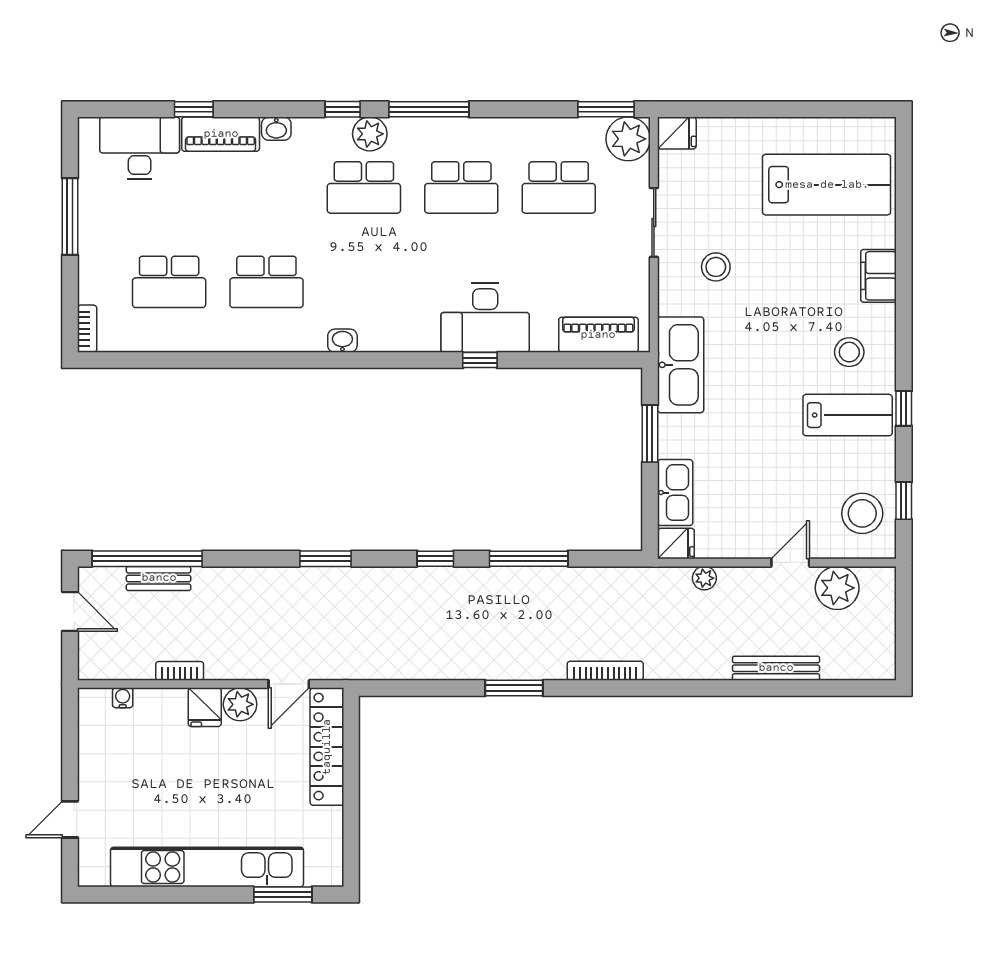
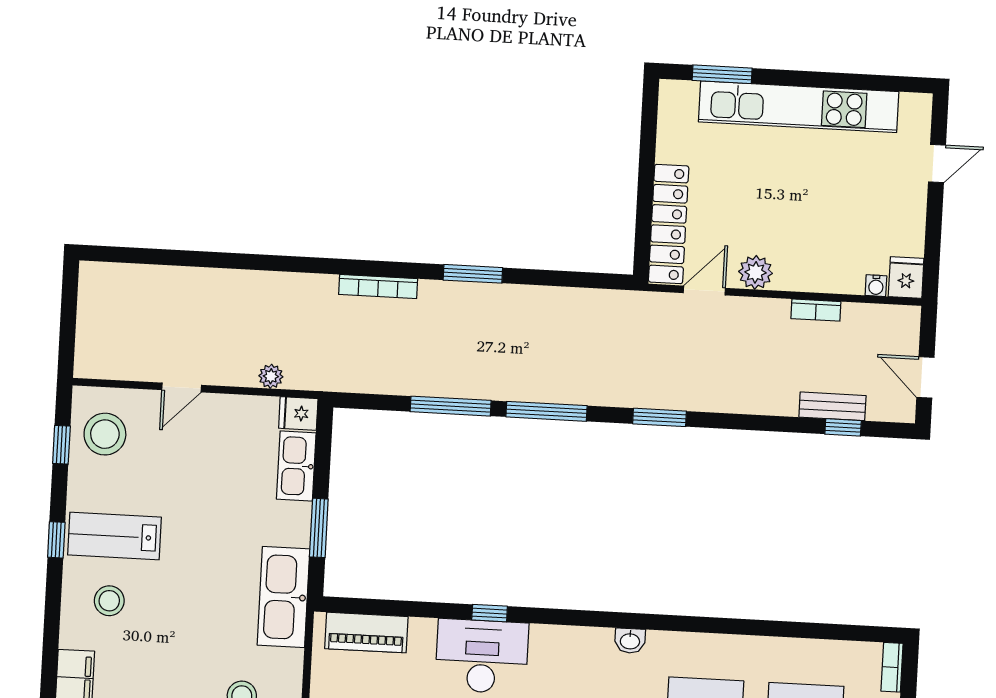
window: (147, 559) -> (843, 427), width x0.32
window: (435, 559) -> (547, 411), width x2.17
plant: (837, 588) -> (135, 359), removed
bench: (776, 668) -> (202, 280), removed
fridge: (205, 707) -> (906, 278), moved

